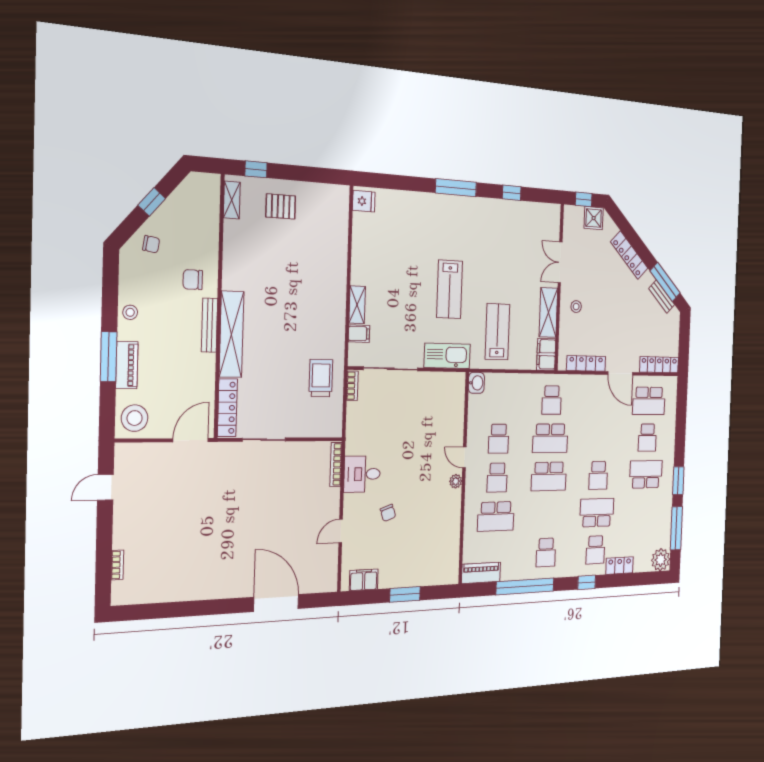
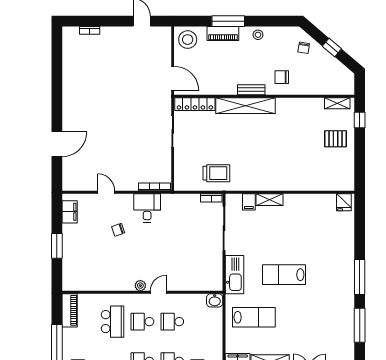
window: (512, 193) -> (360, 325), width x2.17
pallet: (281, 206) -> (336, 139), turned 90
chair: (193, 280) -> (282, 77), turned -90
bench: (210, 325) -> (251, 90), width x0.73
school desk: (496, 516) -> (113, 322), turned 180
door: (276, 603) -> (57, 144), width x0.73

